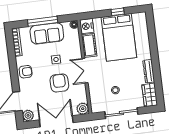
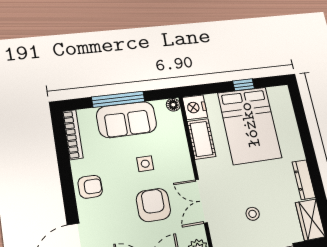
double door: (85, 71) -> (201, 201), moved

